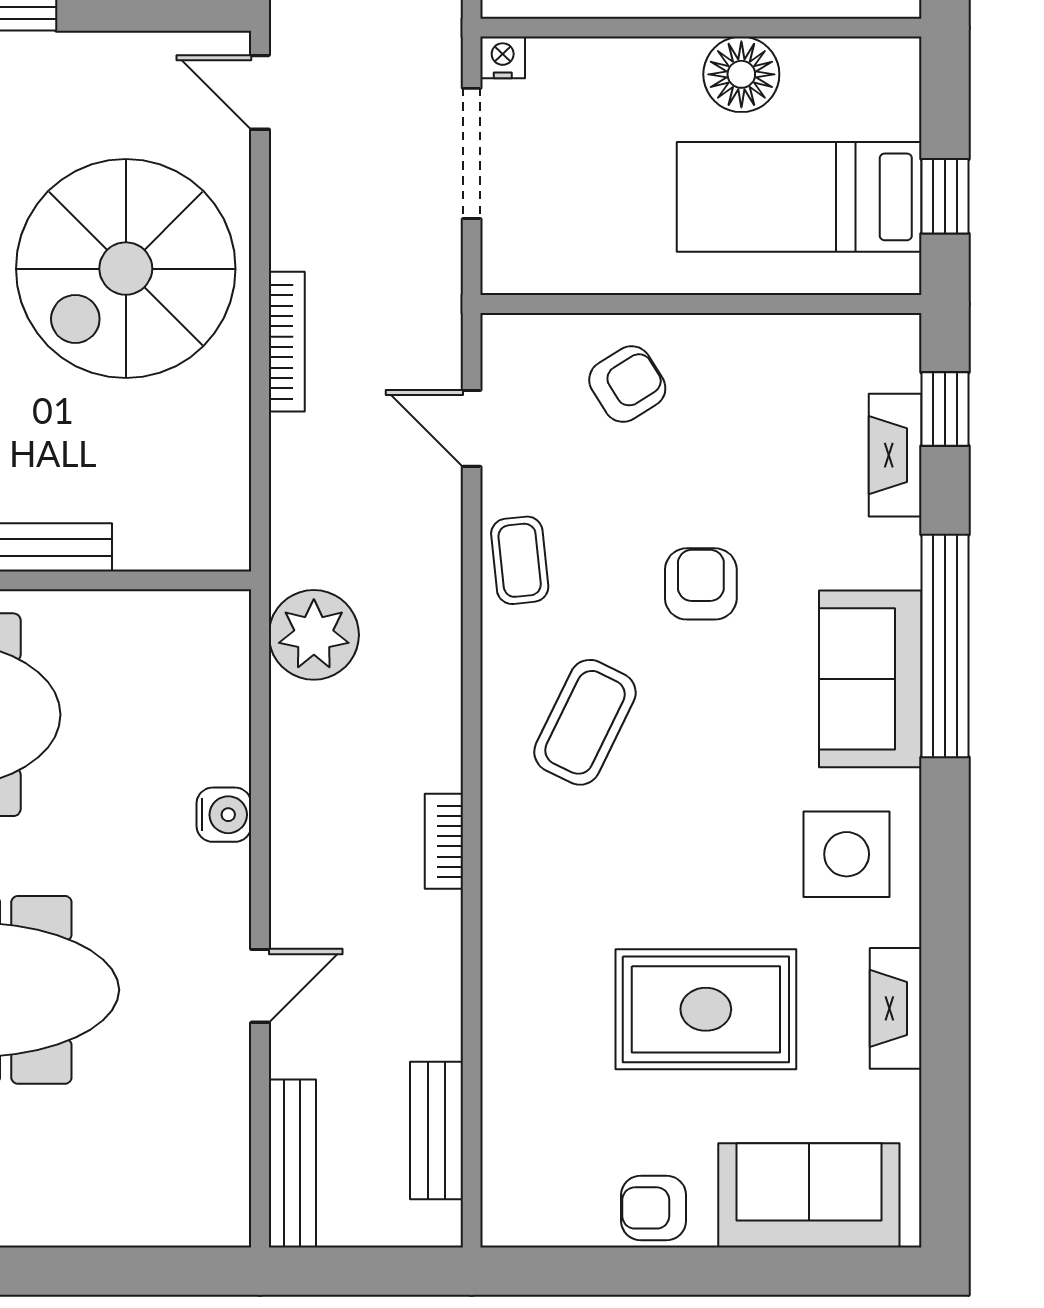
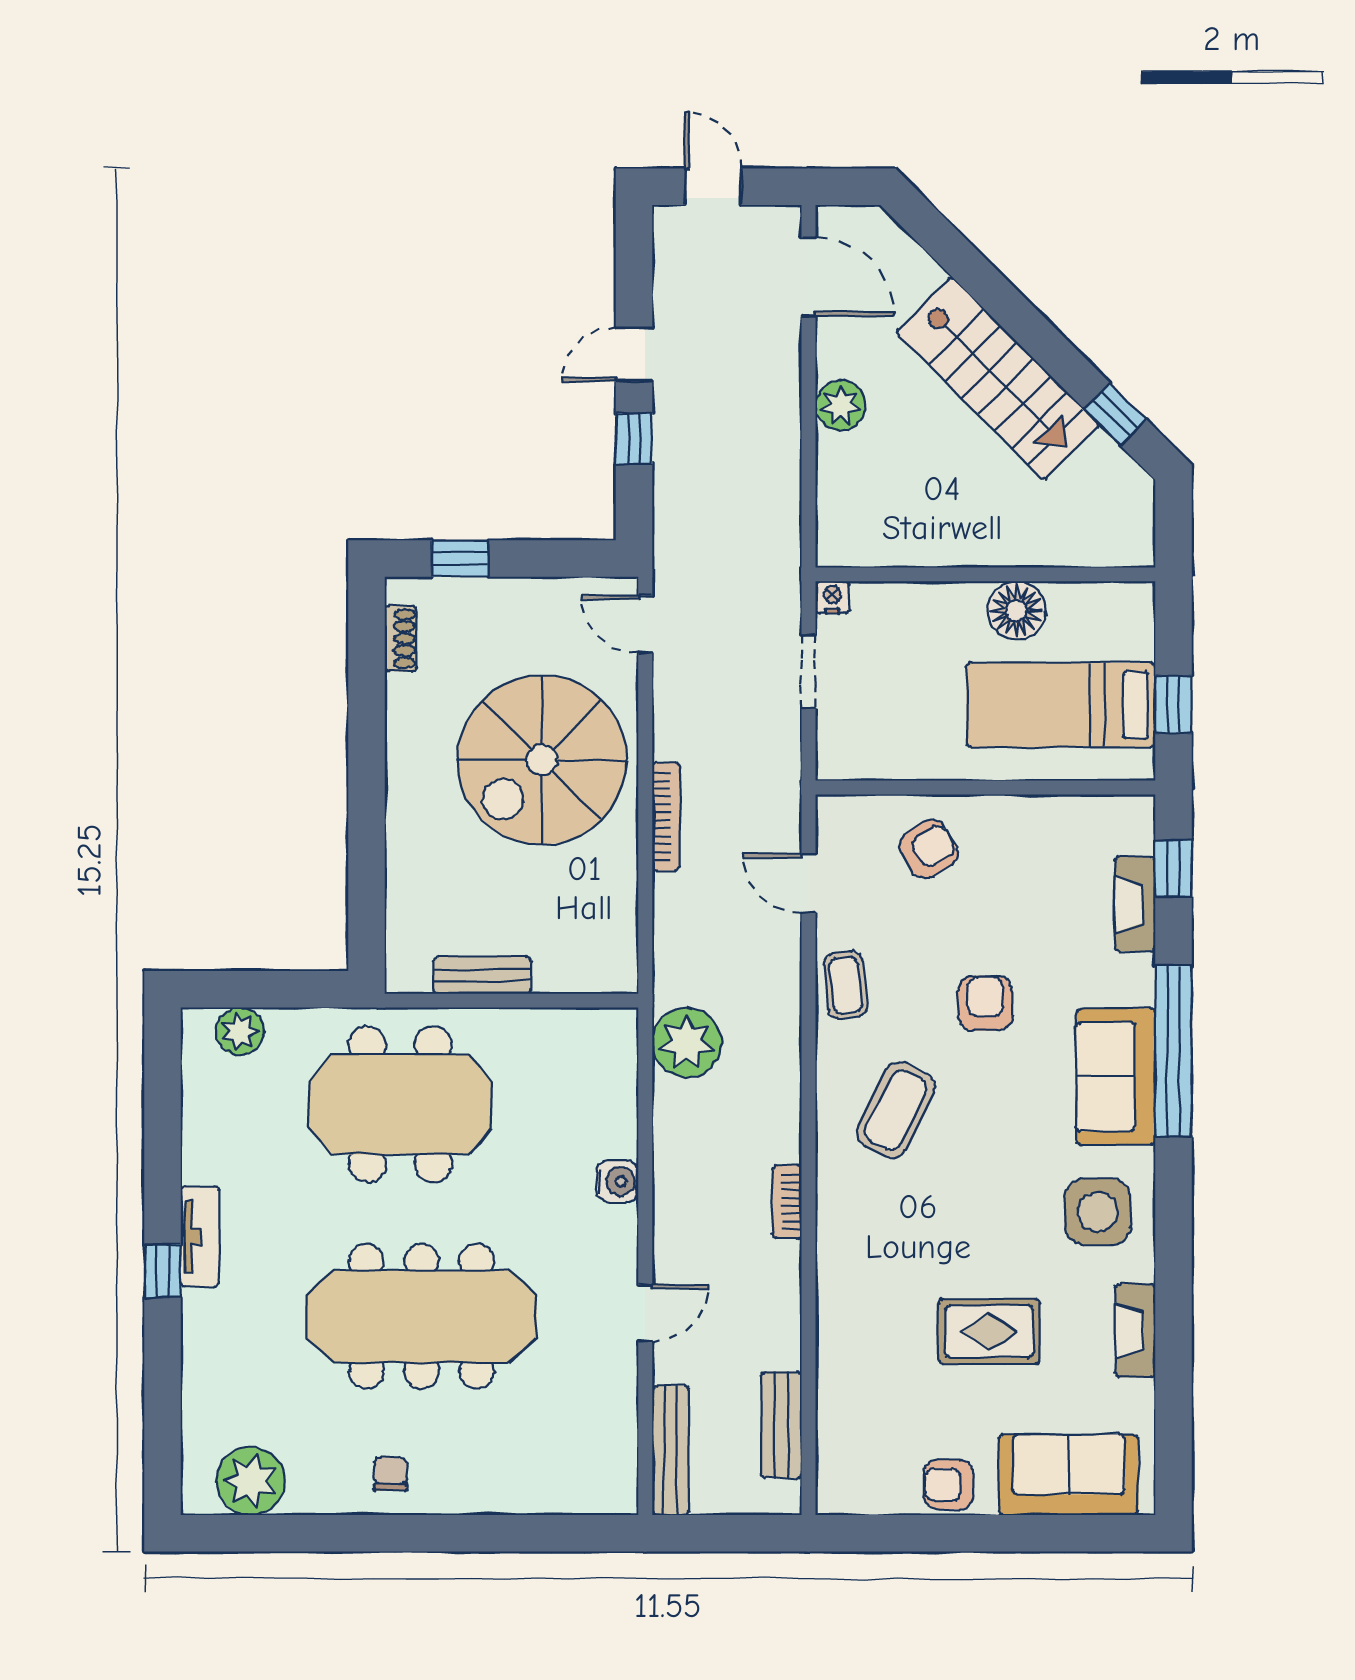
doorway: (472, 153) -> (809, 671), width x0.73
rug: (706, 1009) -> (989, 1331), width x0.73, depth x0.70

